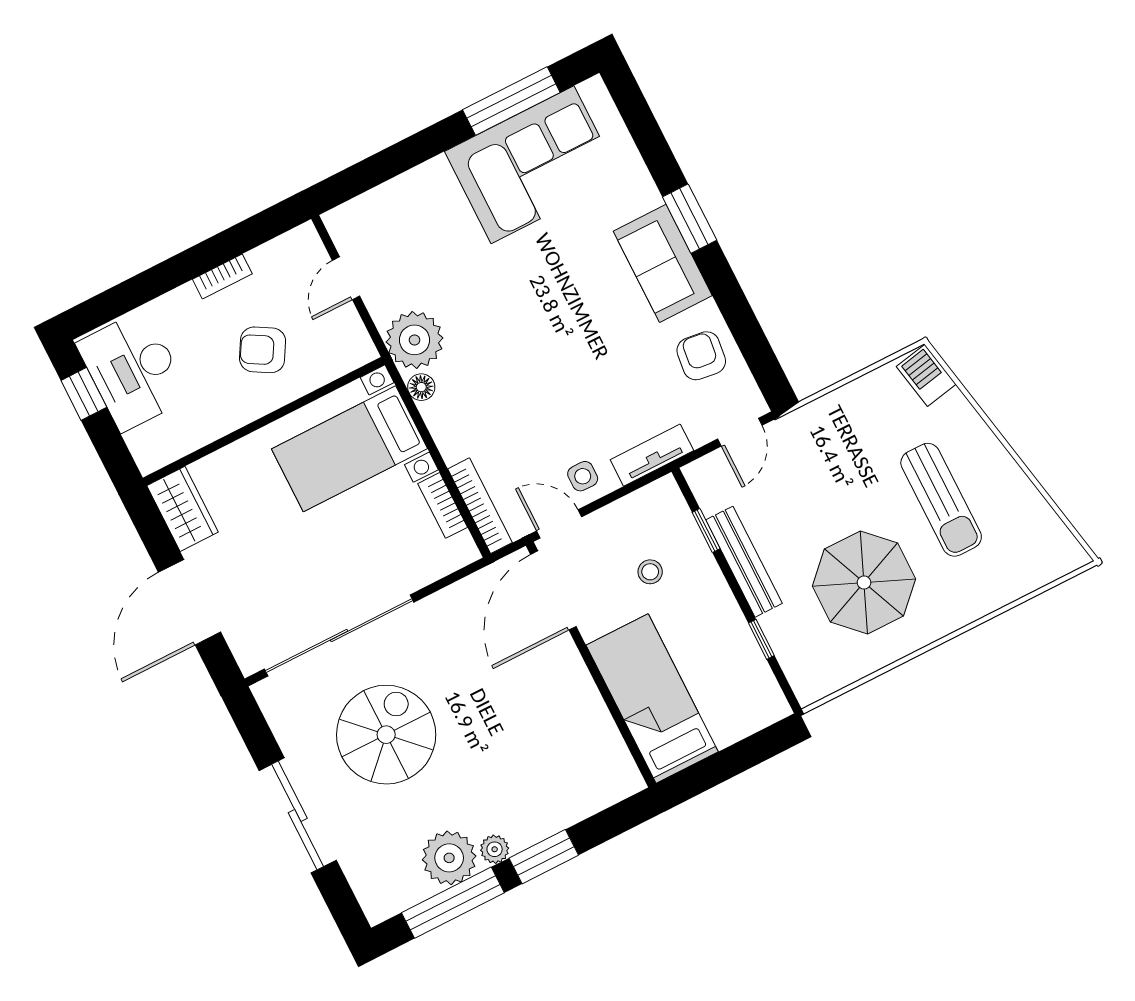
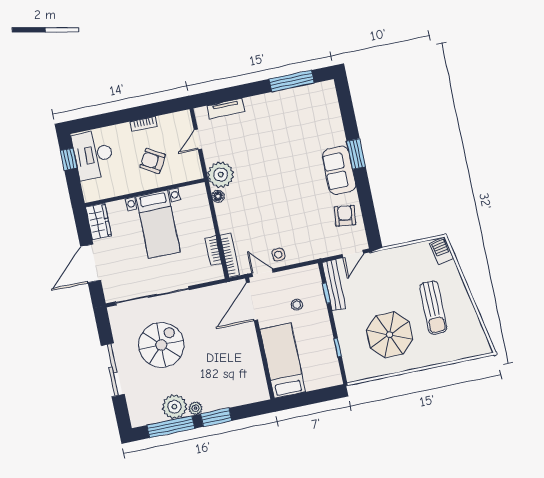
corner sofa: (532, 165) -> (293, 112), removed
bed with nightstands: (349, 449) -> (158, 224), moved, turned -90
tv unit: (652, 455) -> (226, 109), moved, turned 180
bench: (744, 562) -> (334, 285), moved

